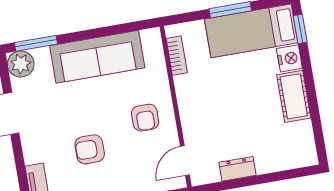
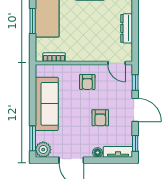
armchair: (145, 118) -> (87, 82), turned 90
floor lamp: (31, 155) -> (98, 153), added
dresser: (238, 169) -> (127, 28), width x1.44

